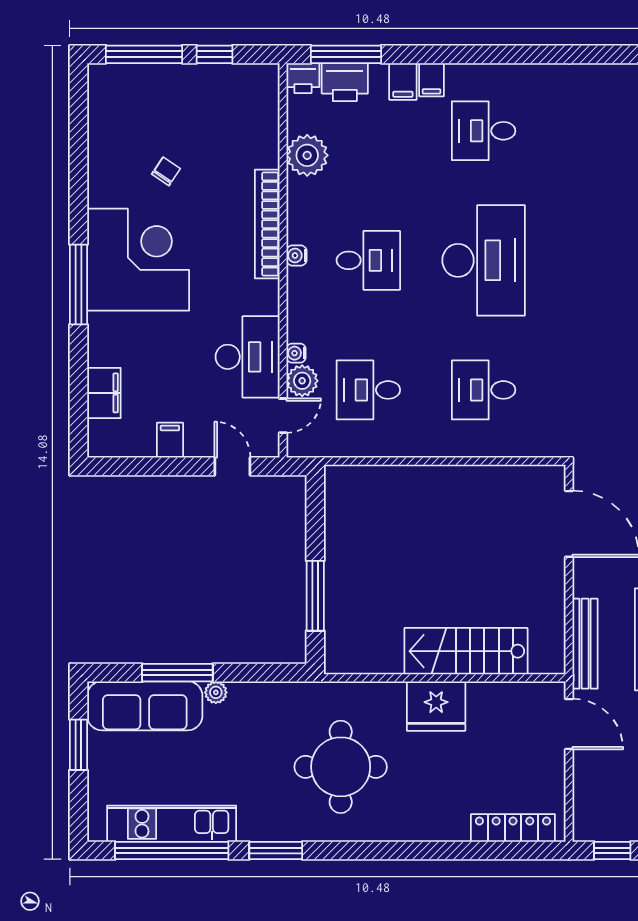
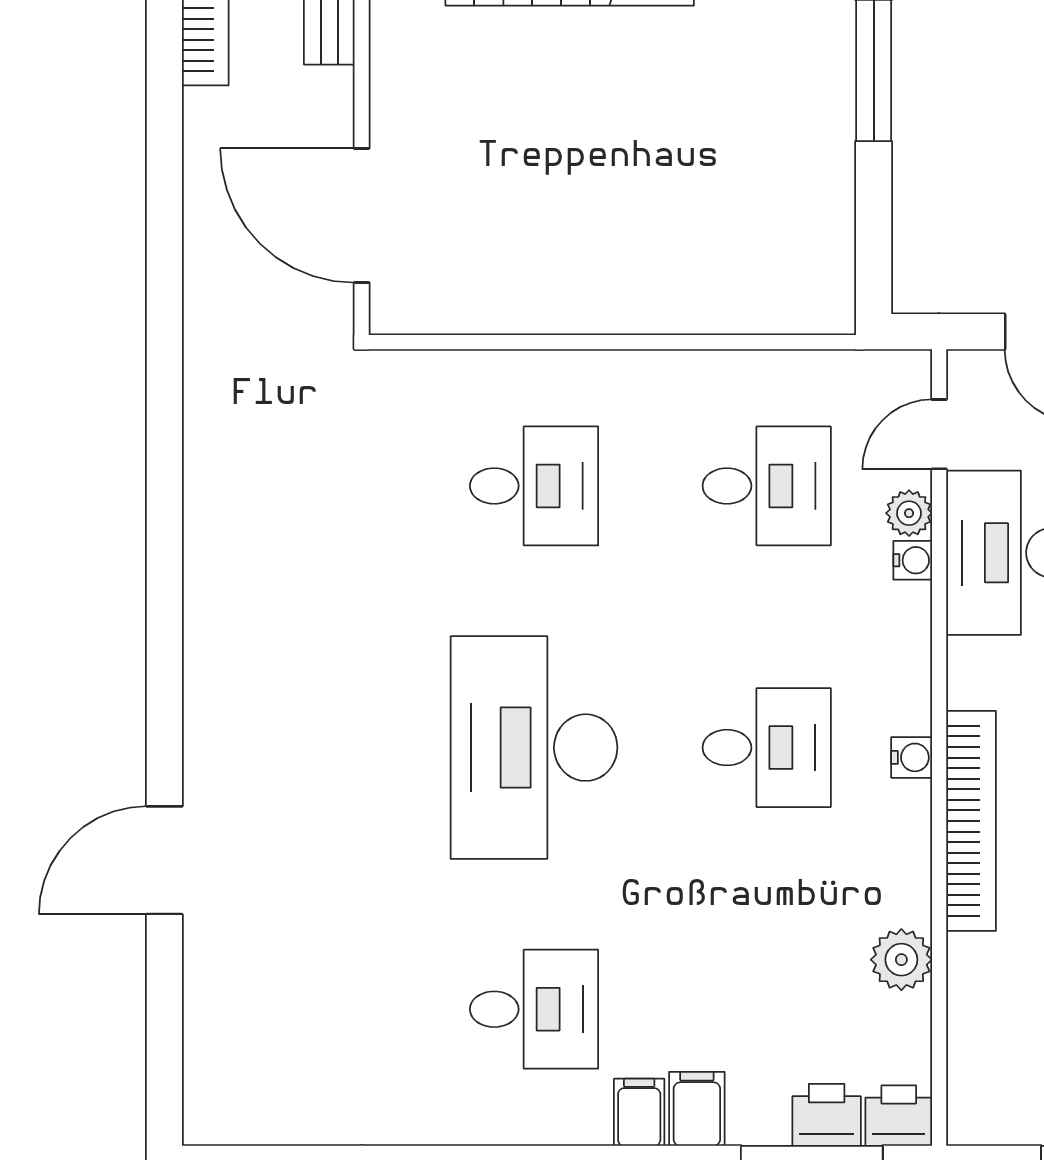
printer: (345, 82) -> (827, 1115), width x0.73, depth x0.81
plant: (307, 155) -> (901, 960), width x0.73, depth x0.73
desk: (368, 260) -> (767, 748), turned 180
plant: (302, 381) -> (909, 513), width x0.73, depth x0.73

